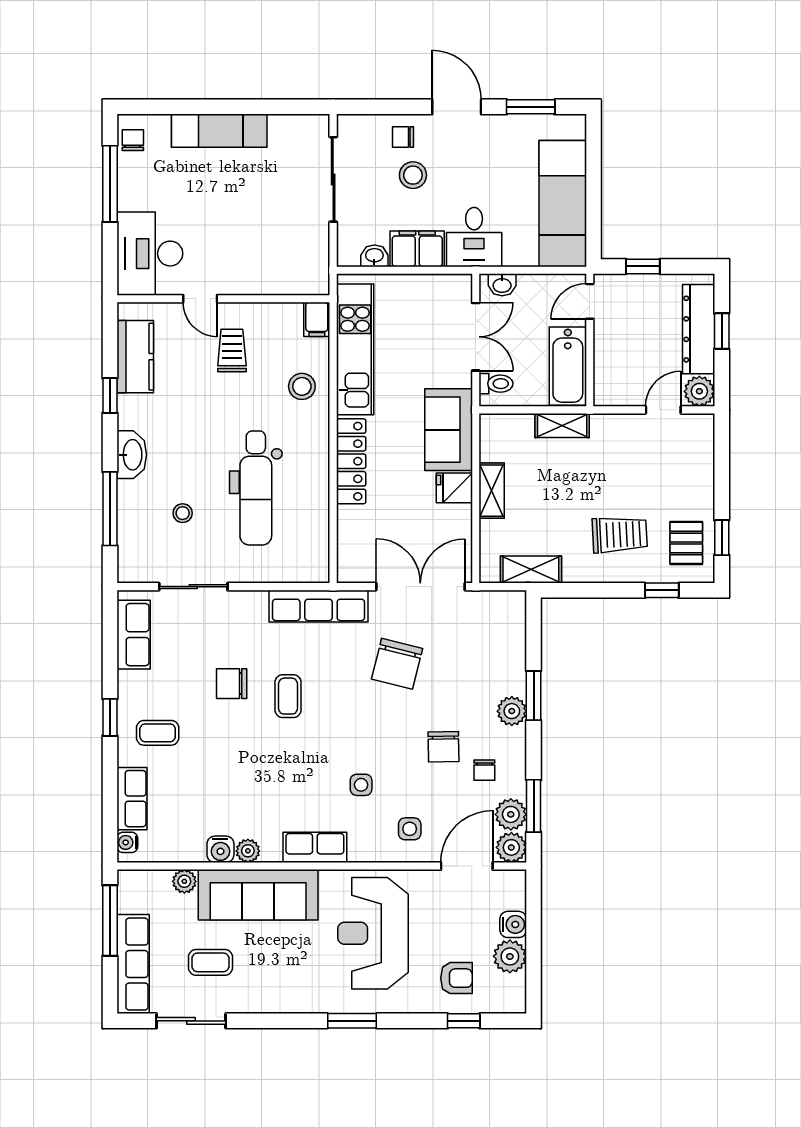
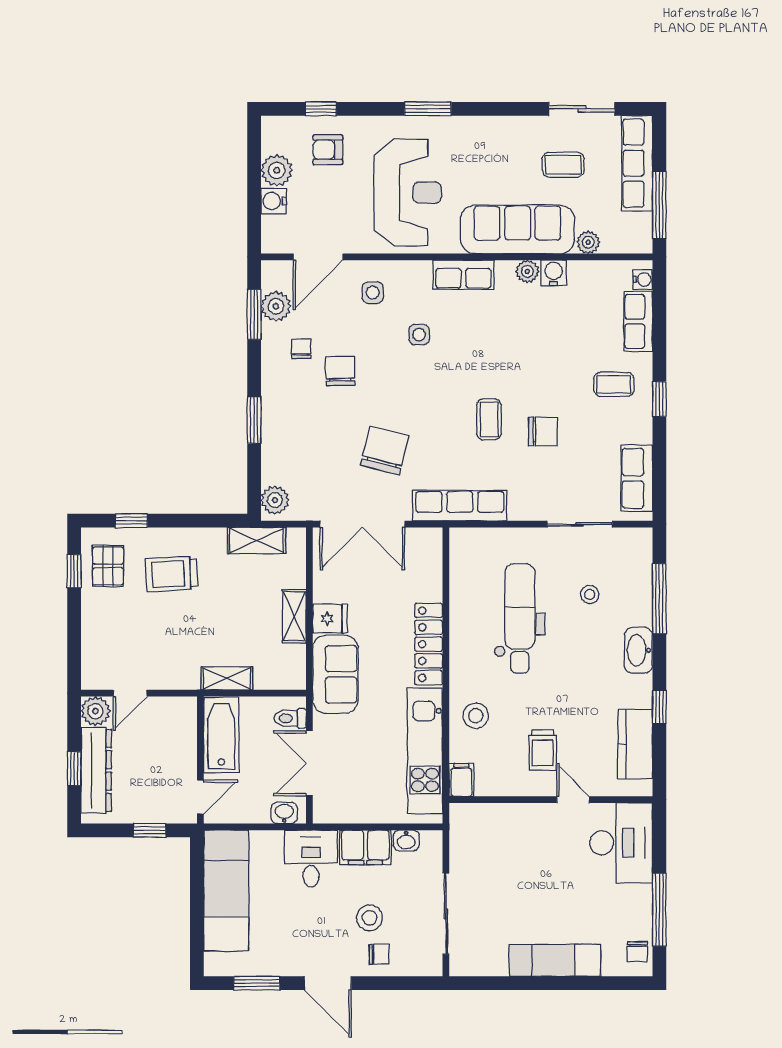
plant: (512, 711) -> (275, 500), moved
plant: (511, 847) -> (275, 275), removed

